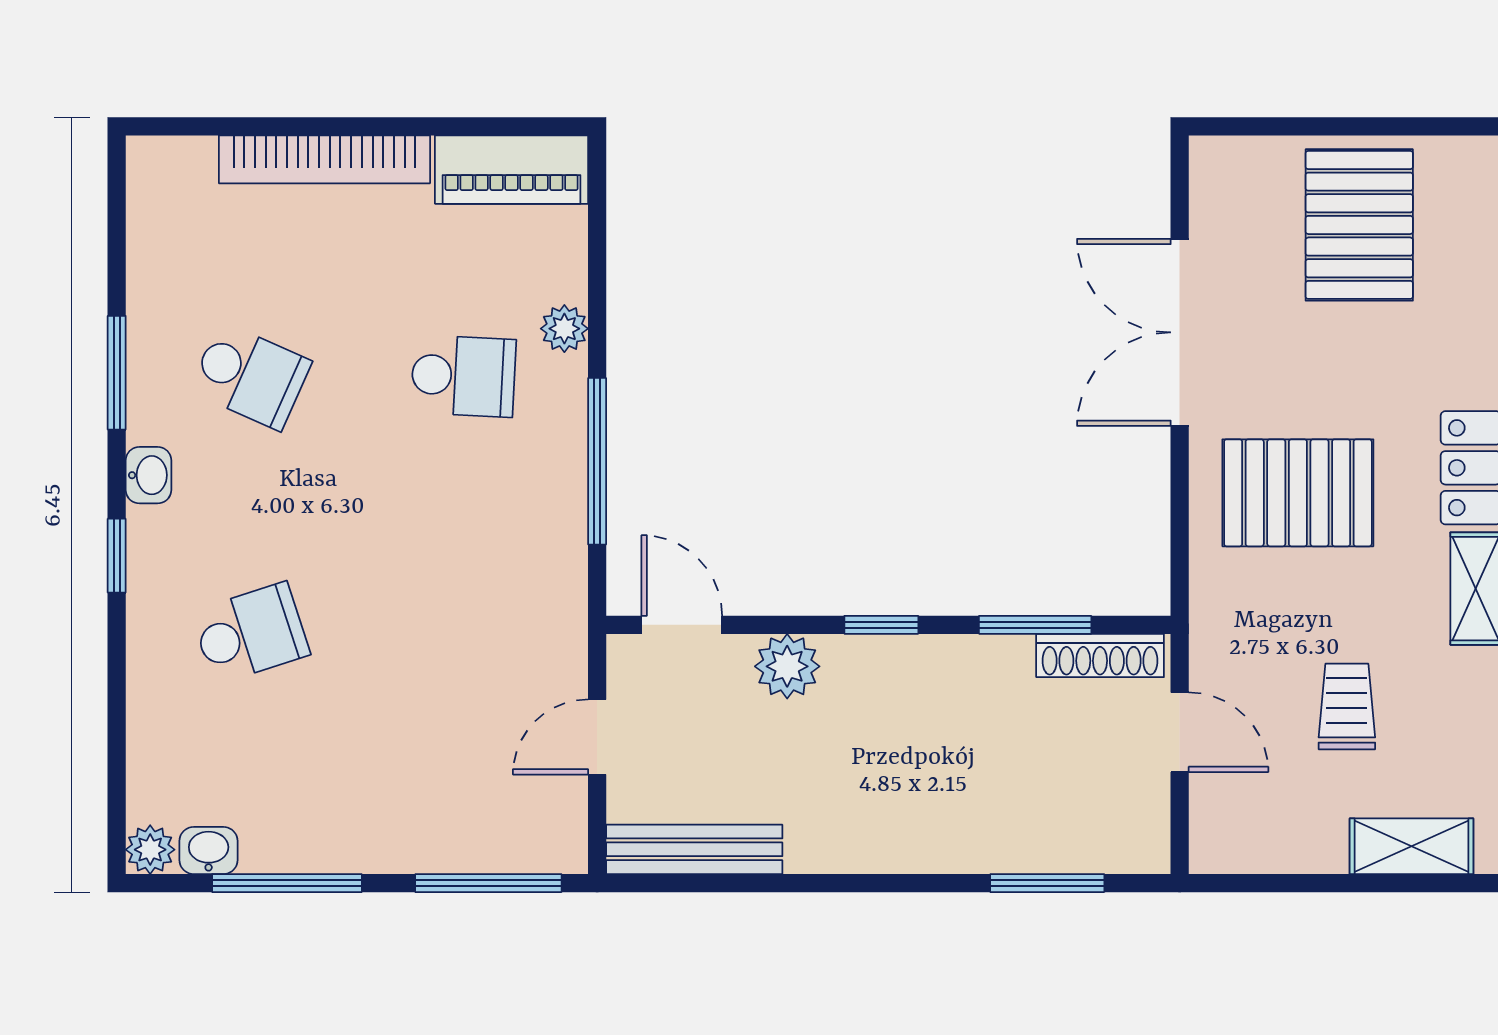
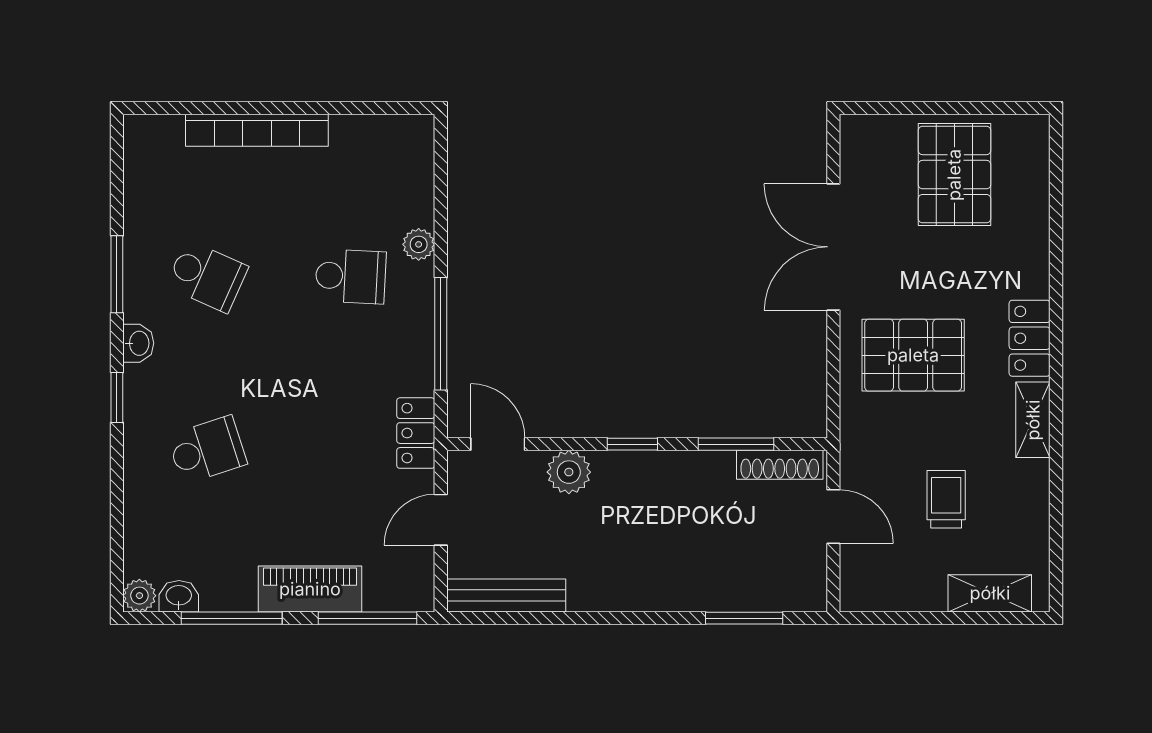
piano: (512, 170) -> (310, 589), moved, turned 180
locker: (560, 608) -> (416, 433), added

